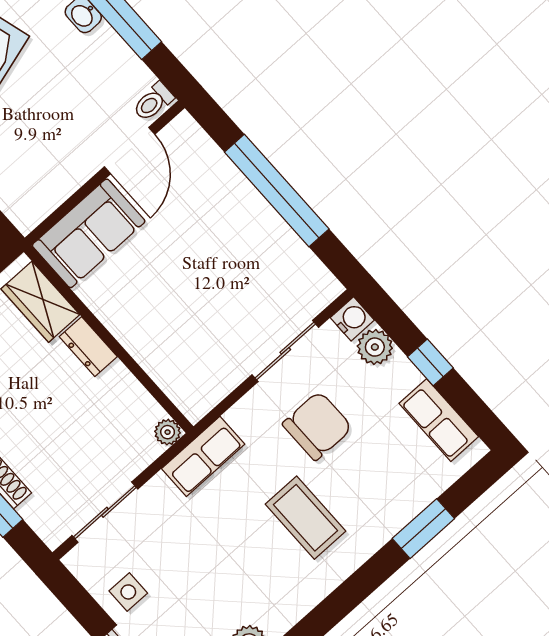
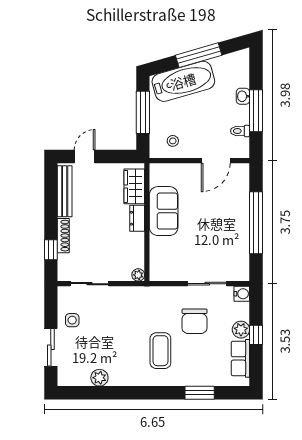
toilet: (153, 102) -> (240, 131), moved
stool: (37, 179) -> (173, 141), added
sofa: (89, 233) -> (164, 211), moved, turned -90
plant: (375, 347) -> (241, 330), moved
chair: (317, 426) -> (195, 321), turned 90
row of seats: (203, 456) -> (143, 295), removed

